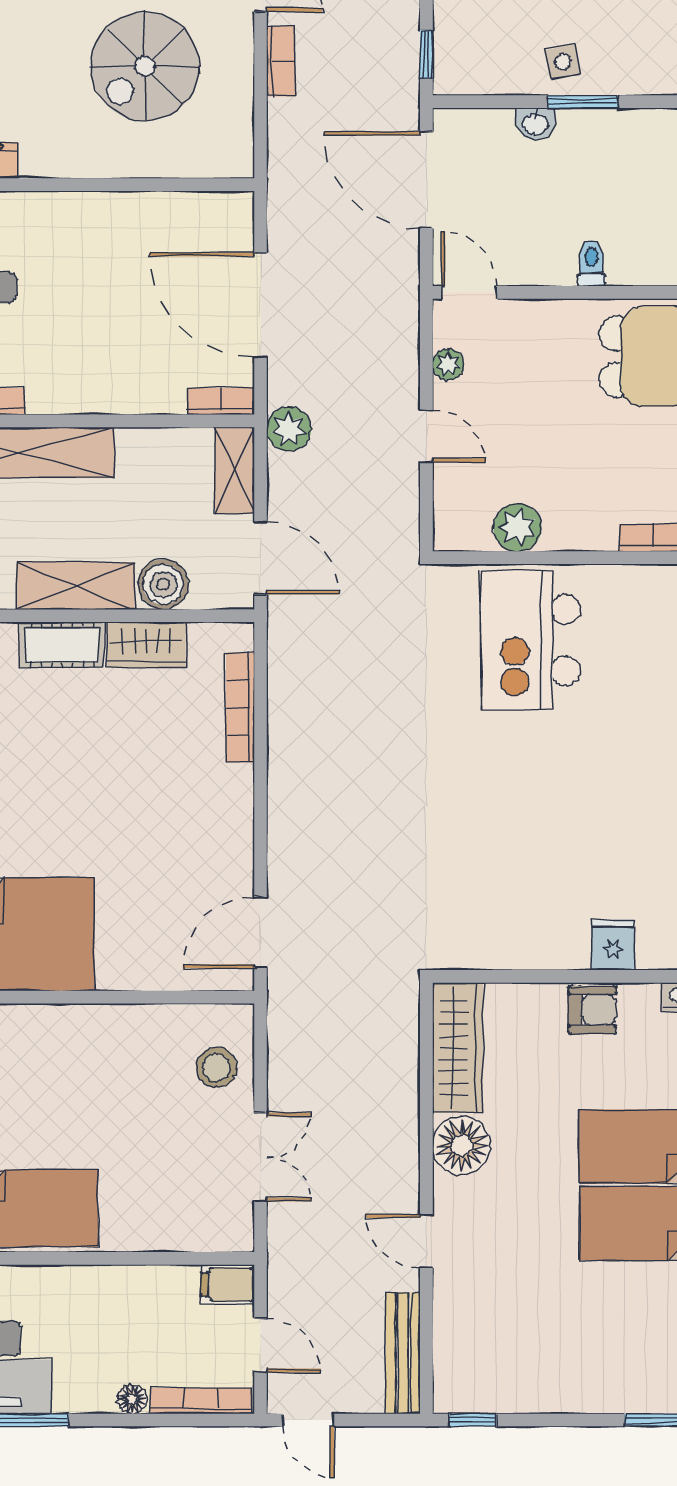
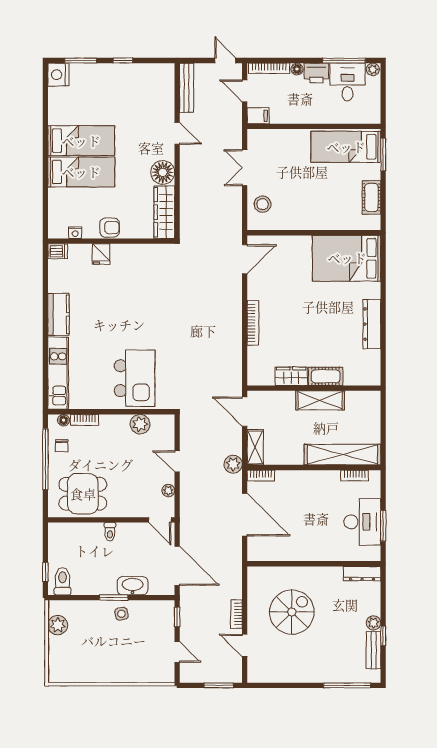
washbasin: (536, 124) -> (133, 586), width x1.91, depth x1.45
boiler: (163, 584) -> (284, 401), removed
bookcase: (240, 708) -> (253, 323), moved
armchair: (592, 1010) -> (110, 228), turned 180
printer: (84, 1389) -> (316, 73), added
window: (473, 1420) -> (123, 60), moved

